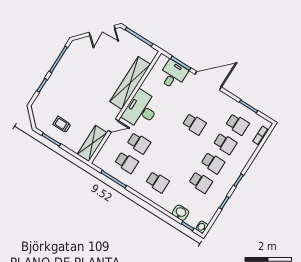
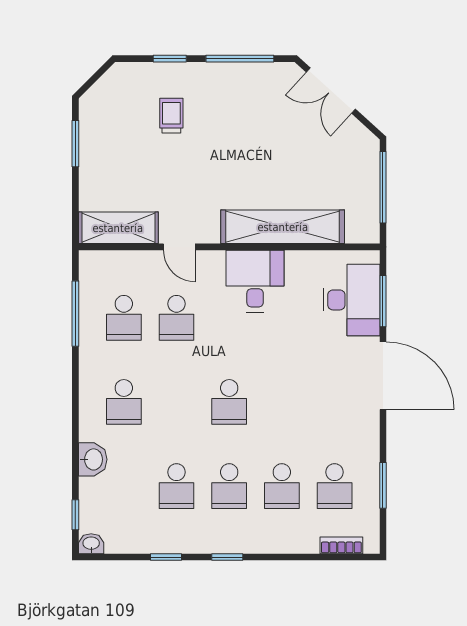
double door: (102, 31) -> (331, 91), moved
desk: (173, 75) -> (352, 300), width x1.37
desk: (141, 110) -> (255, 281), width x0.73
trolley: (62, 124) -> (171, 116), moved
school desk: (194, 124) -> (229, 402), moved
washbasin: (181, 213) -> (93, 459), moved

